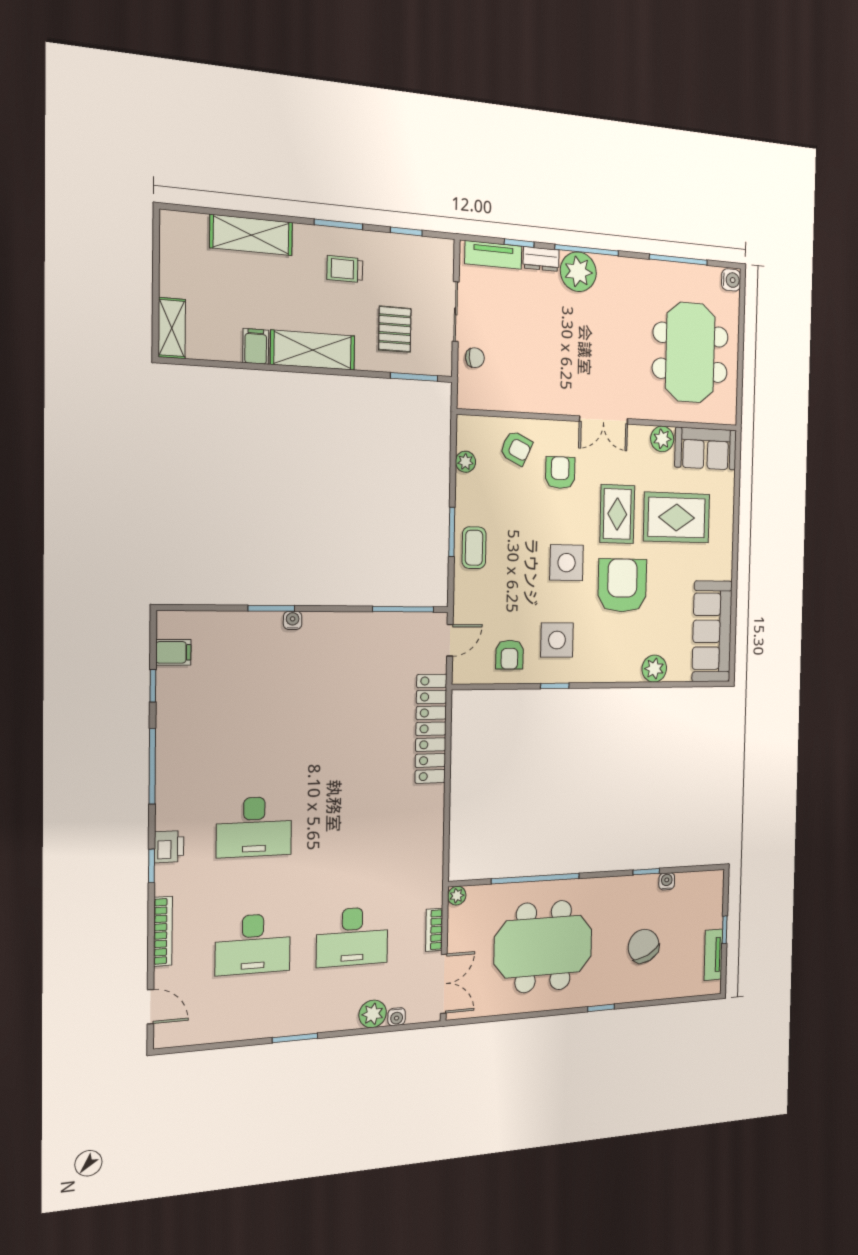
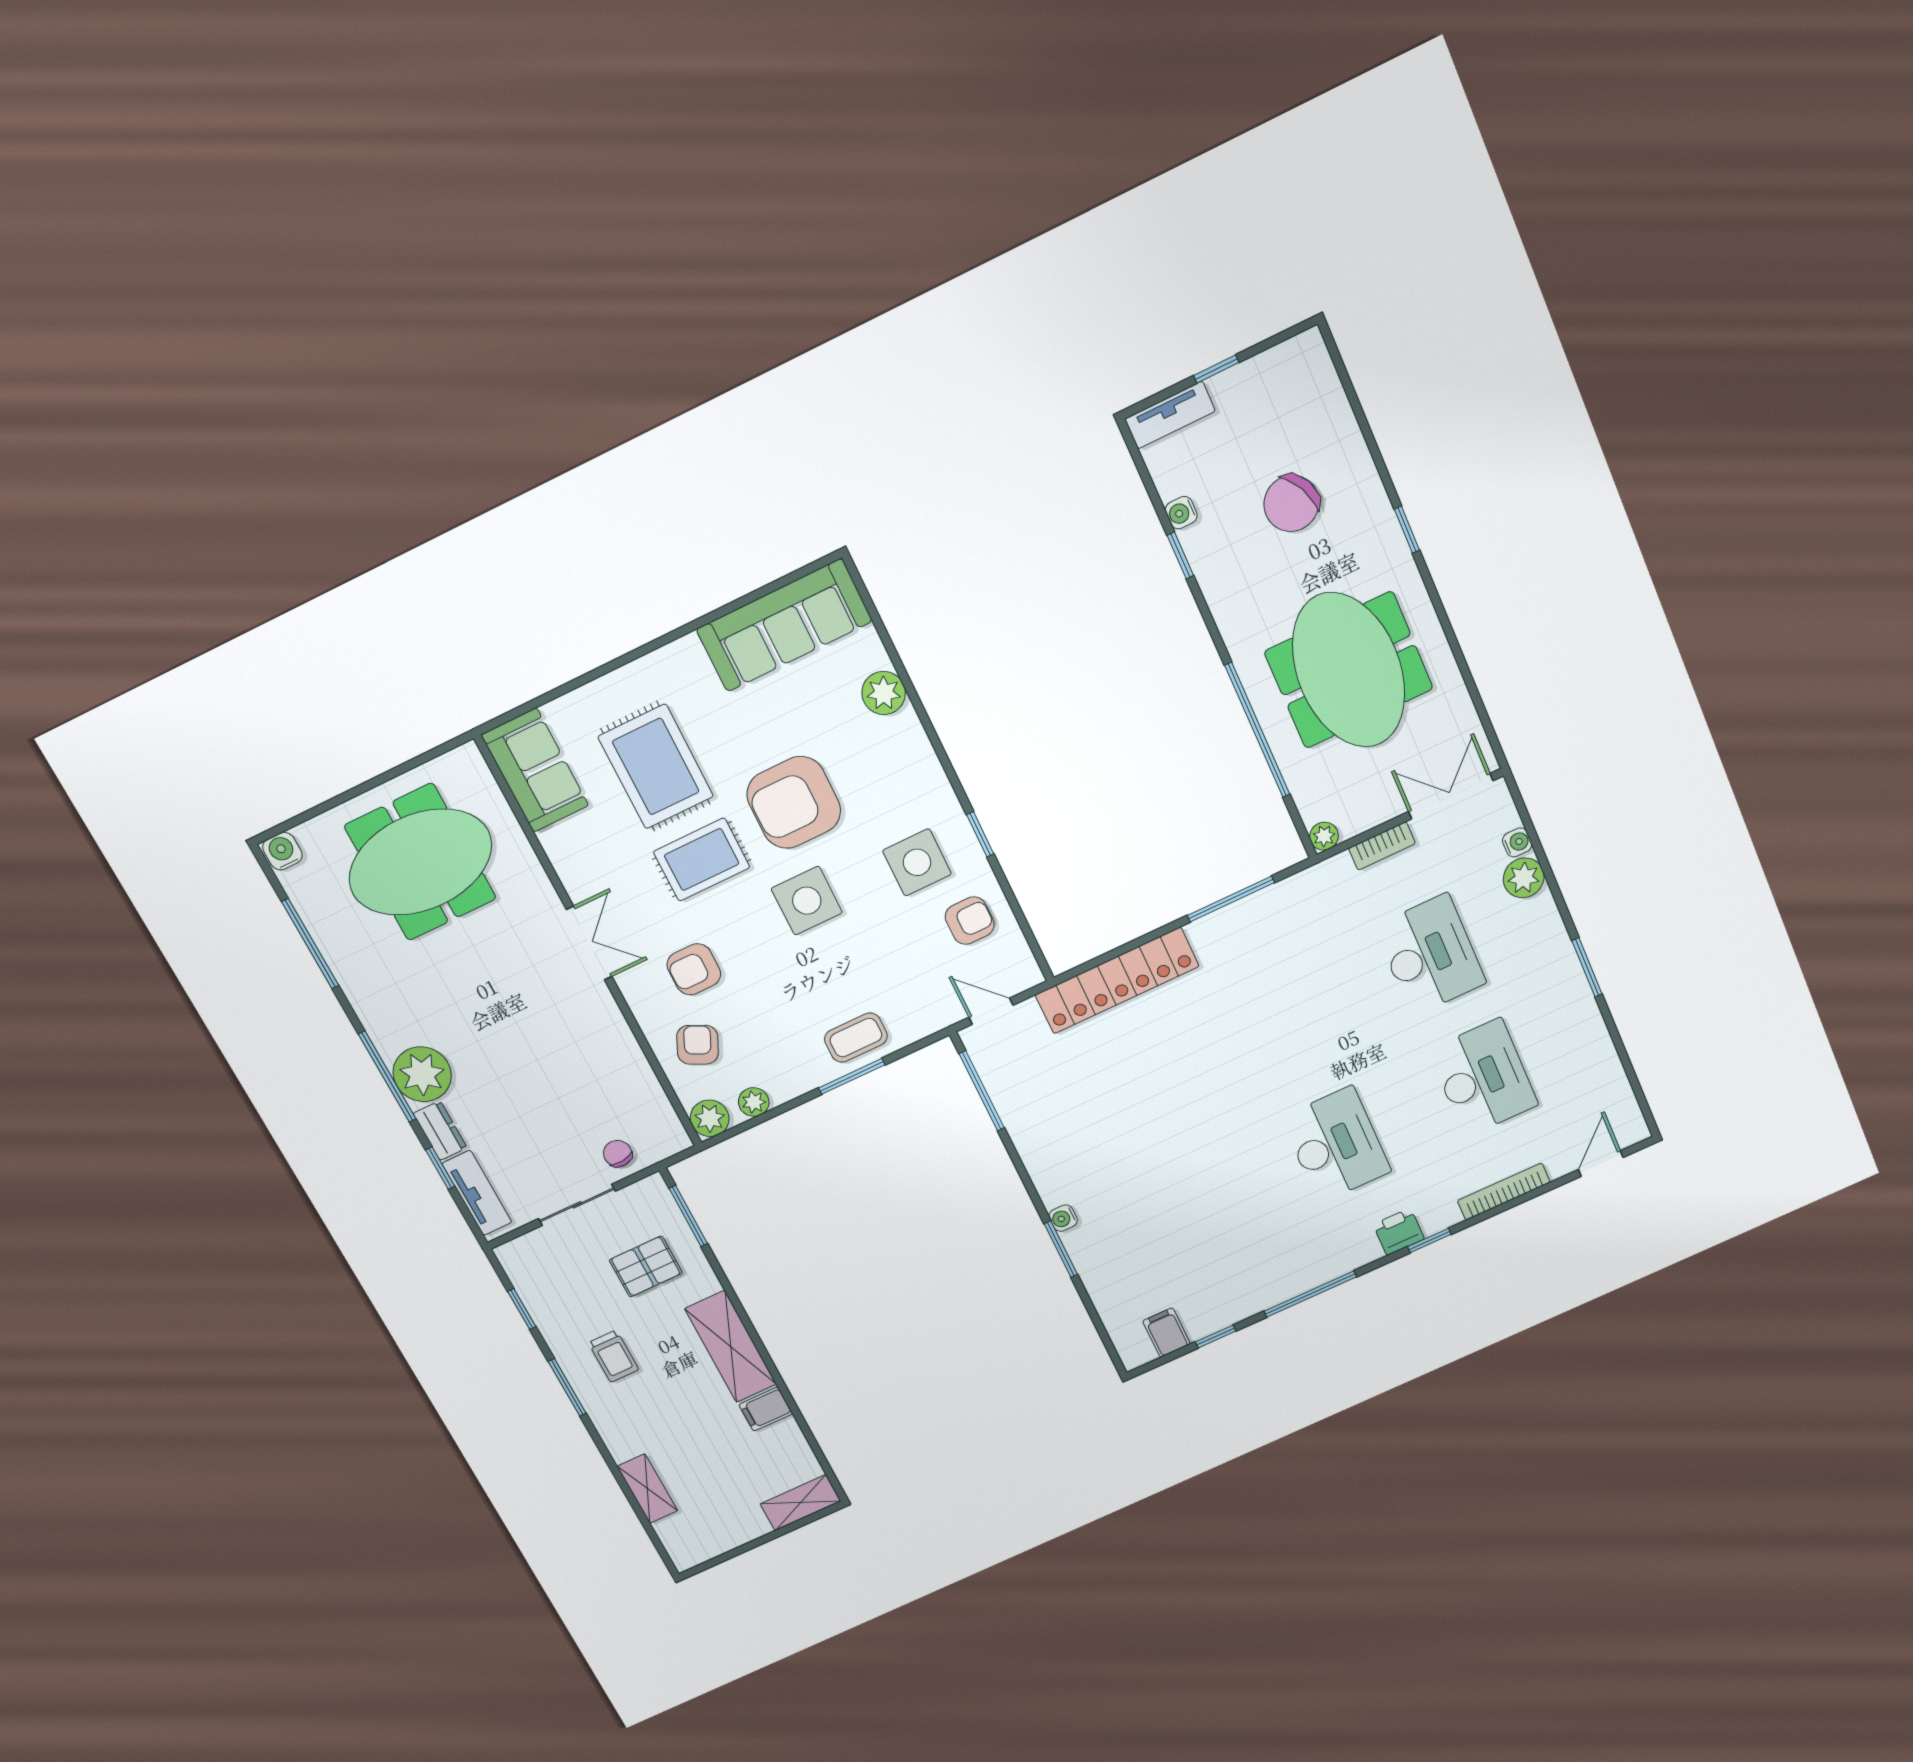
shelving: (251, 235) -> (647, 1489), width x0.67, depth x0.75
plant: (662, 439) -> (710, 1118), moved
window: (447, 822) -> (1231, 899), added
tv unit: (713, 955) -> (1170, 415), moved

